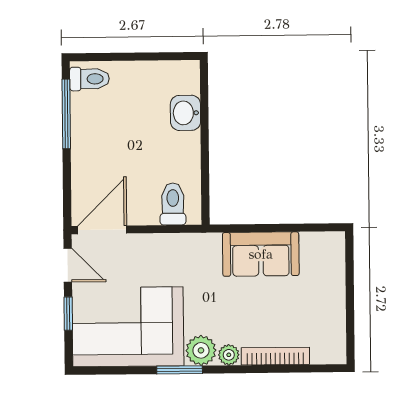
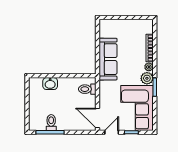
toilet: (90, 79) -> (51, 122), moved
sofa: (261, 254) -> (108, 59), width x1.36

